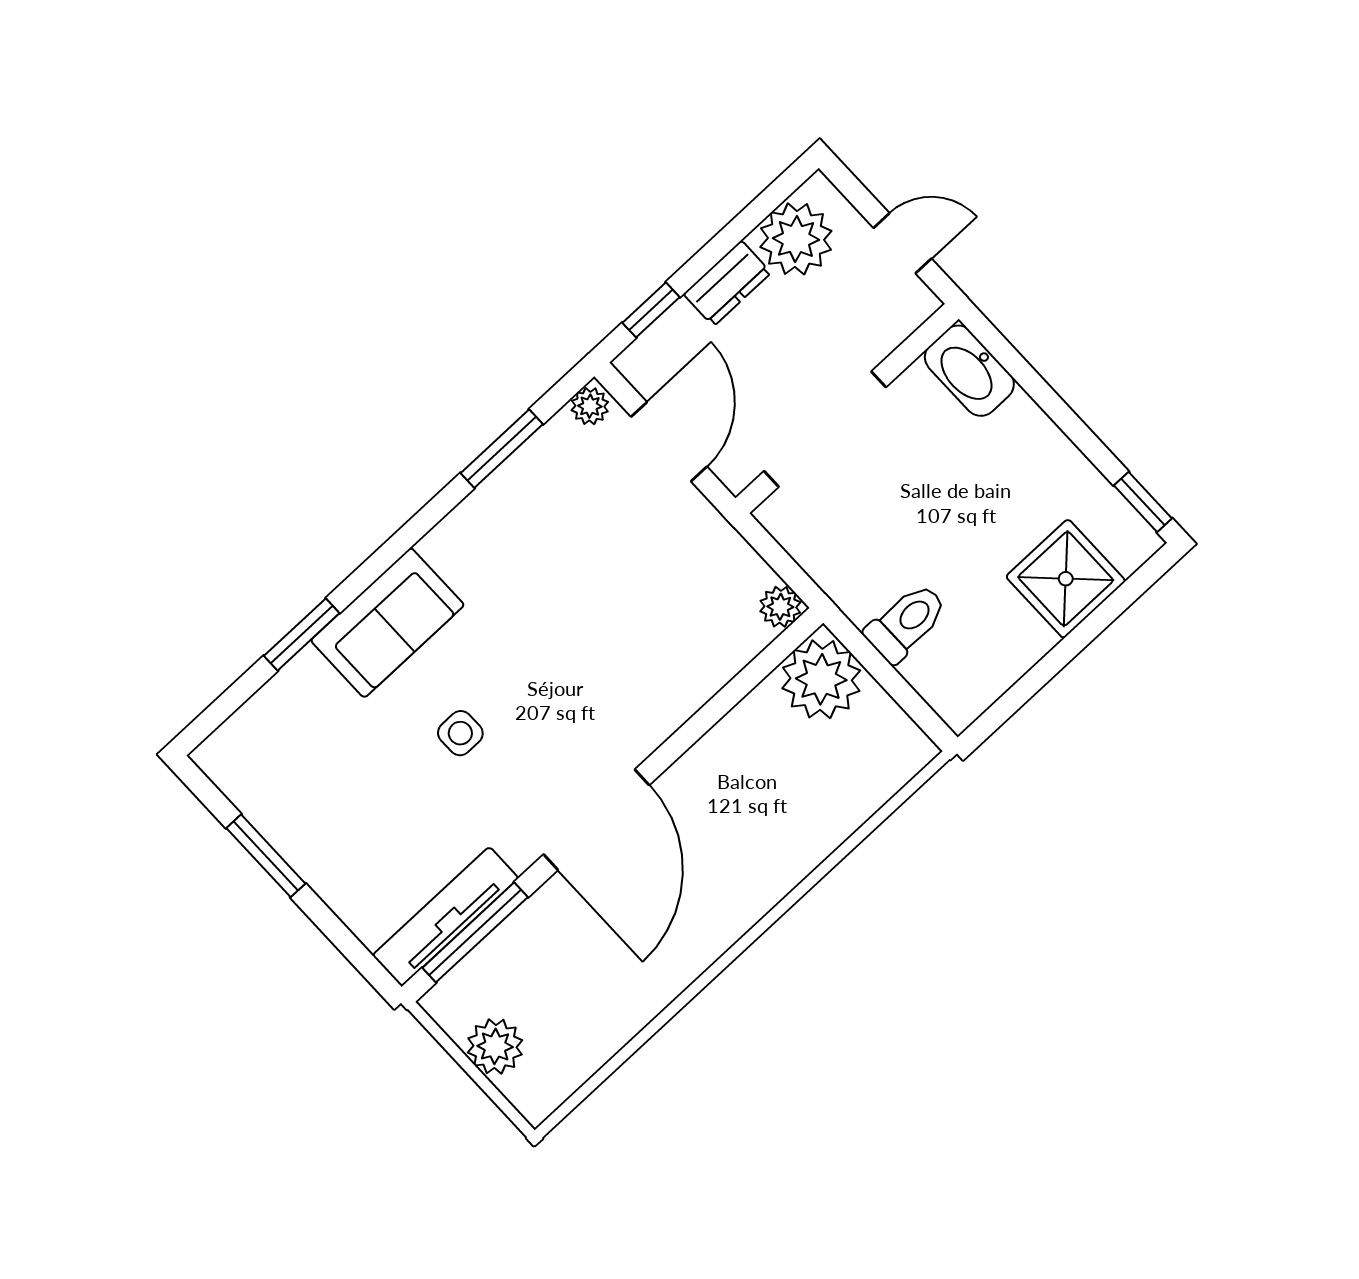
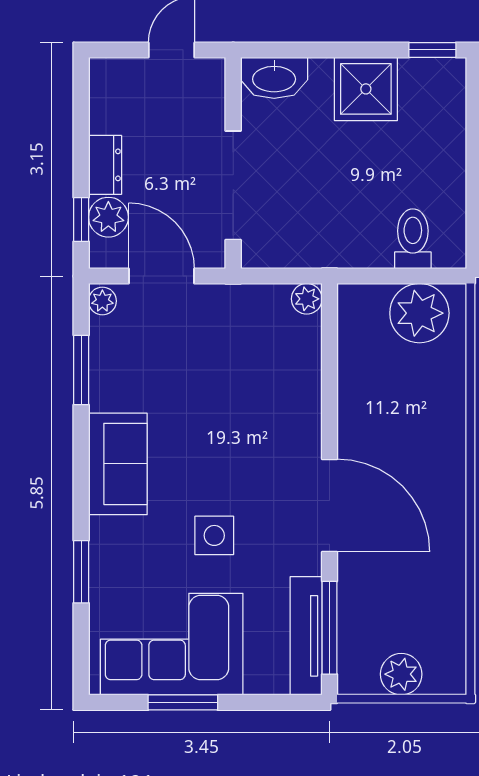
plant: (796, 239) -> (108, 217), moved, width x0.73, depth x0.73
shower: (1066, 579) -> (366, 89), moved
sofa: (387, 623) -> (118, 464), moved
toilet: (906, 623) -> (413, 239), moved
plant: (821, 679) -> (419, 313), moved
side table: (460, 733) -> (214, 535), width x1.37, depth x1.37
corner sofa: (313, 791) -> (172, 644), added

